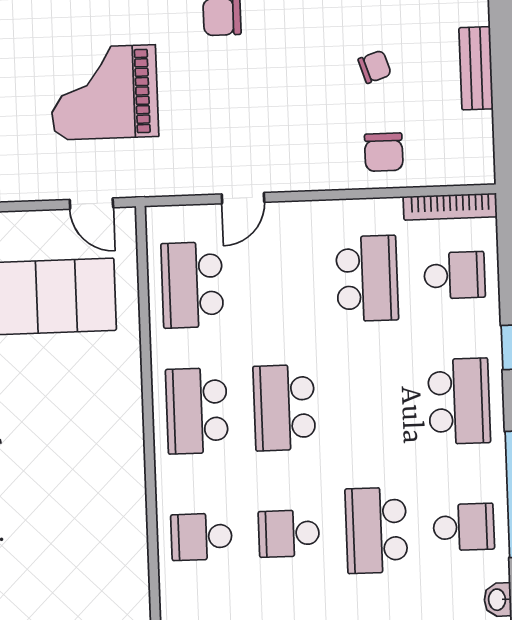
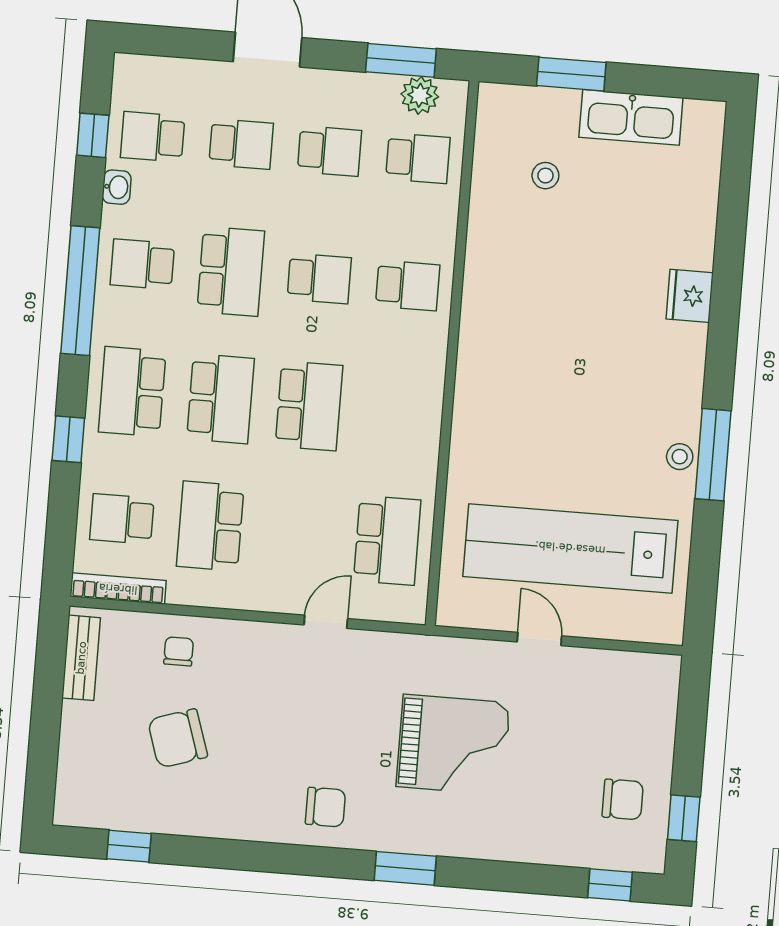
chair: (375, 67) -> (178, 738), width x1.87, depth x1.87
bench: (476, 68) -> (81, 658), moved
chair: (384, 152) -> (179, 651), width x0.73, depth x0.73
door: (91, 204) -> (539, 639), moved
school desk: (197, 411) -> (221, 399), moved

